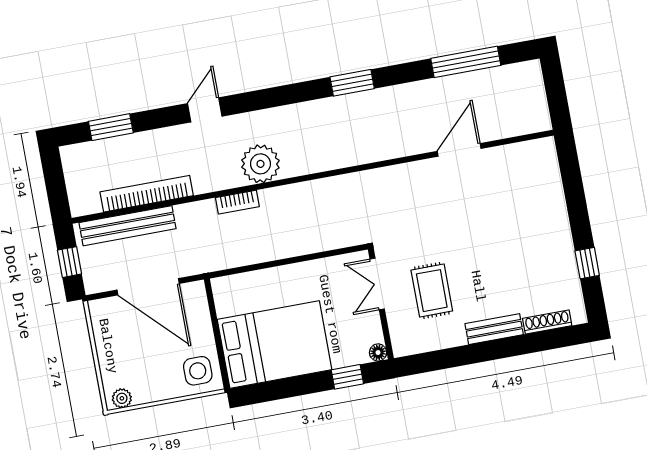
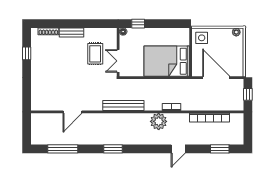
bench: (128, 226) -> (123, 105), moved
double door: (377, 284) -> (118, 61), swing flipped
bed: (275, 345) -> (167, 61), moved

